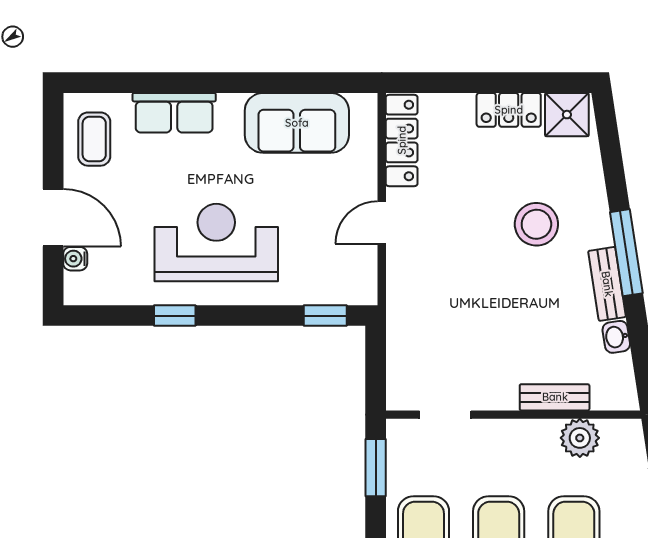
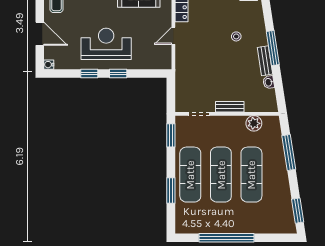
stool: (536, 224) -> (236, 36), width x0.53, depth x0.53
water cooler: (75, 259) -> (49, 65), moved
window: (325, 316) -> (118, 74), moved
bench: (555, 397) -> (230, 107), moved

